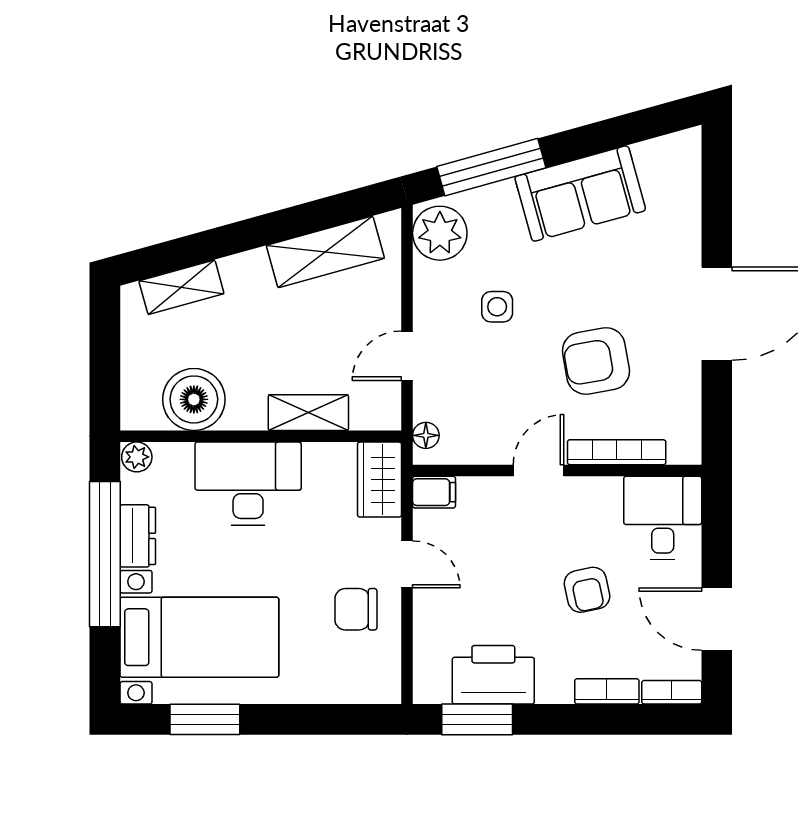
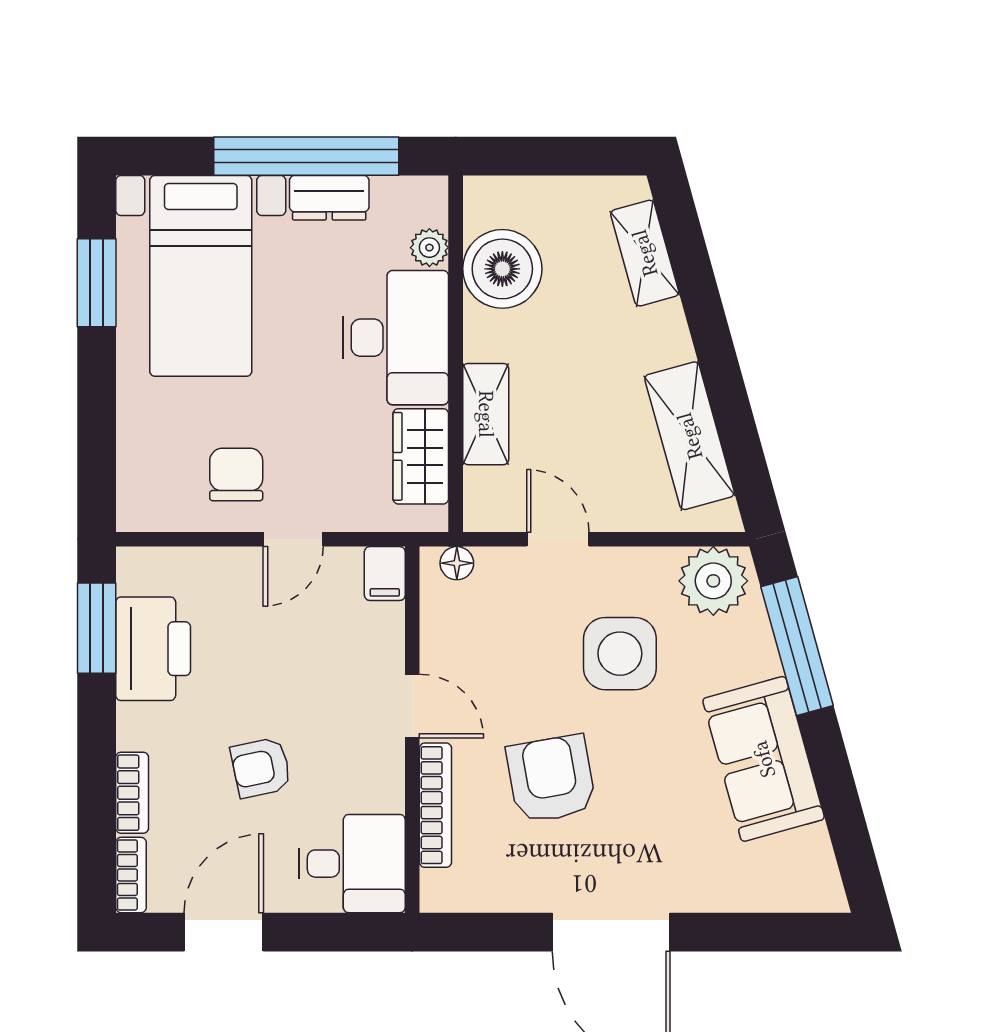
side table: (497, 307) -> (620, 654), width x1.87, depth x1.87
plant: (137, 457) -> (429, 248), moved
wardrobe: (380, 480) -> (421, 456), moved, turned -90

